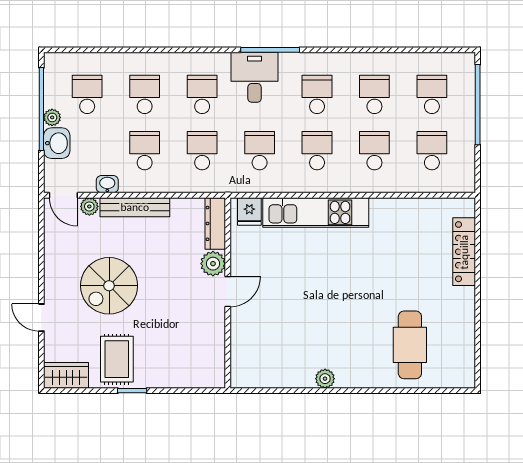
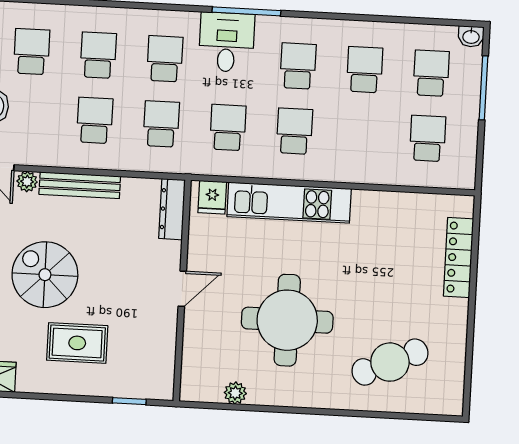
window: (478, 105) -> (484, 88), width x0.68
school desk: (374, 151) -> (361, 135), removed
washbasin: (107, 184) -> (471, 36), moved, turned 180
plant: (213, 264) -> (167, 256), removed
spiral stairs: (109, 286) -> (45, 275), turned 90
round table: (320, 314) -> (287, 320), added
cafe table: (410, 345) -> (390, 362), turned 66
rug: (117, 359) -> (77, 343), moved, turned 90
plant: (325, 379) -> (235, 393), moved
window: (132, 391) -> (129, 401), moved

